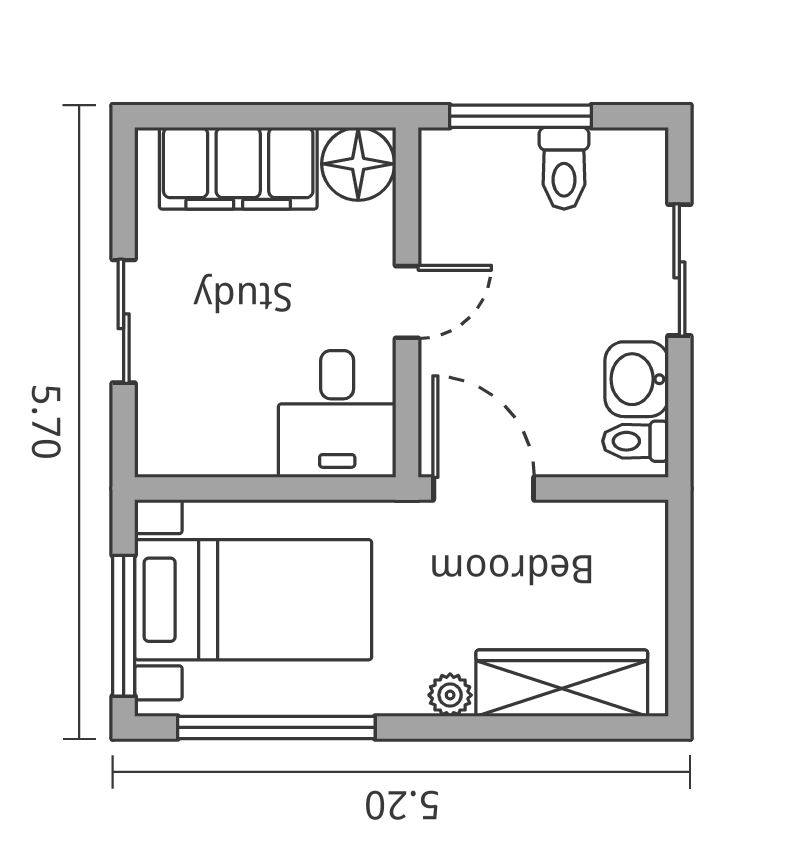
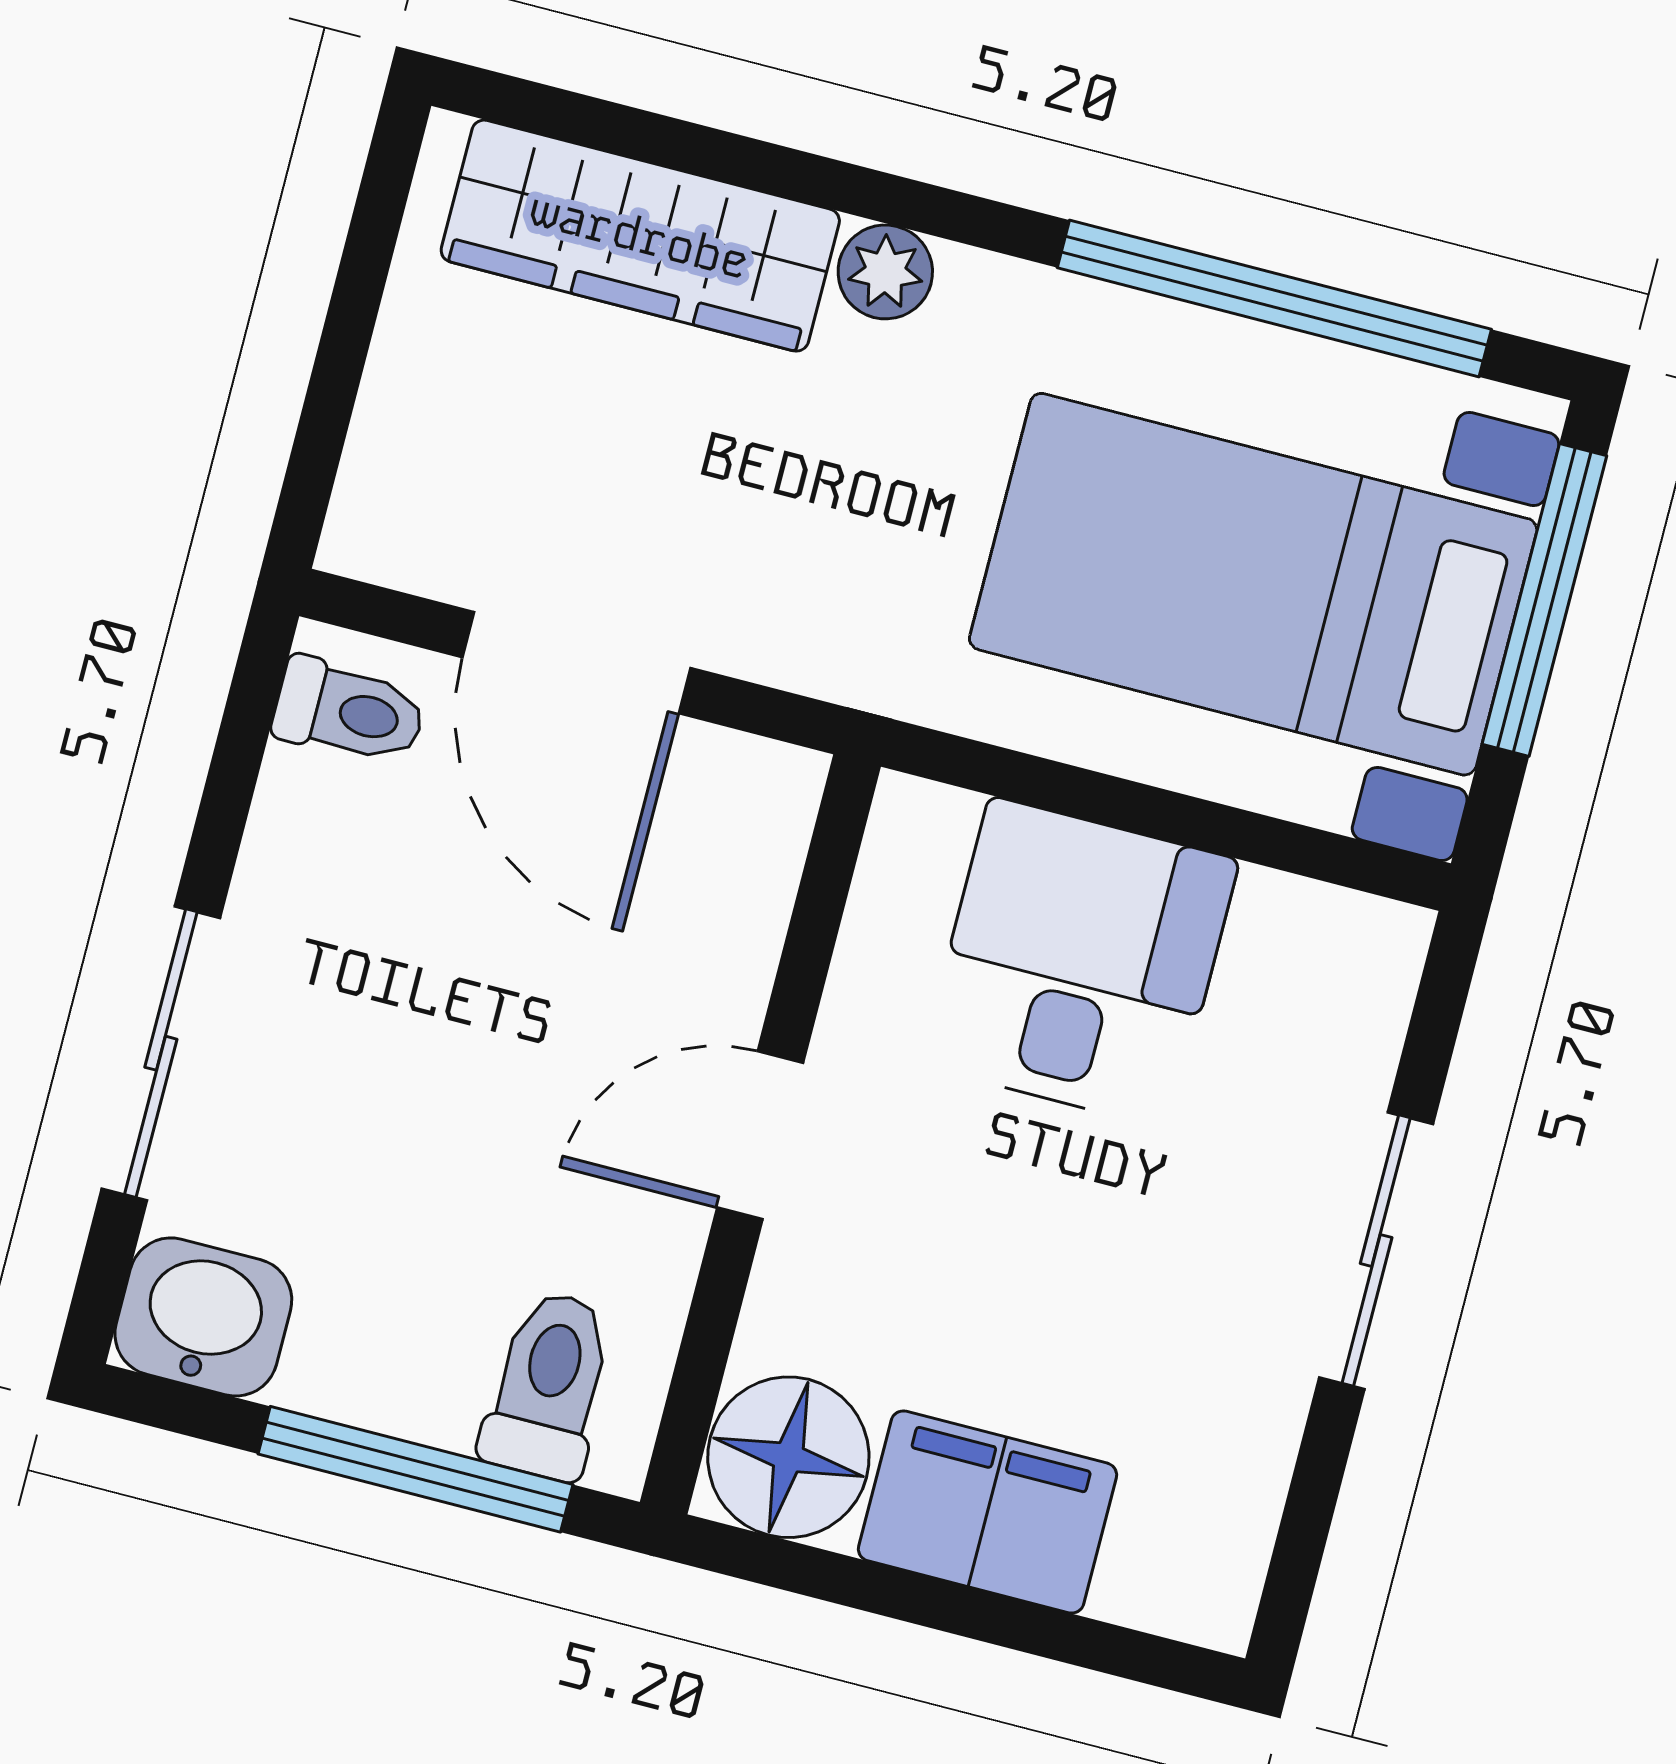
filing cabinet: (238, 168) -> (987, 1512), width x0.67, depth x0.86
toilet: (564, 168) -> (549, 1385), moved
washbasin: (637, 379) -> (203, 1317), moved, turned -90
desk: (337, 414) -> (1080, 962), moved
door: (484, 489) -> (576, 663), moved

